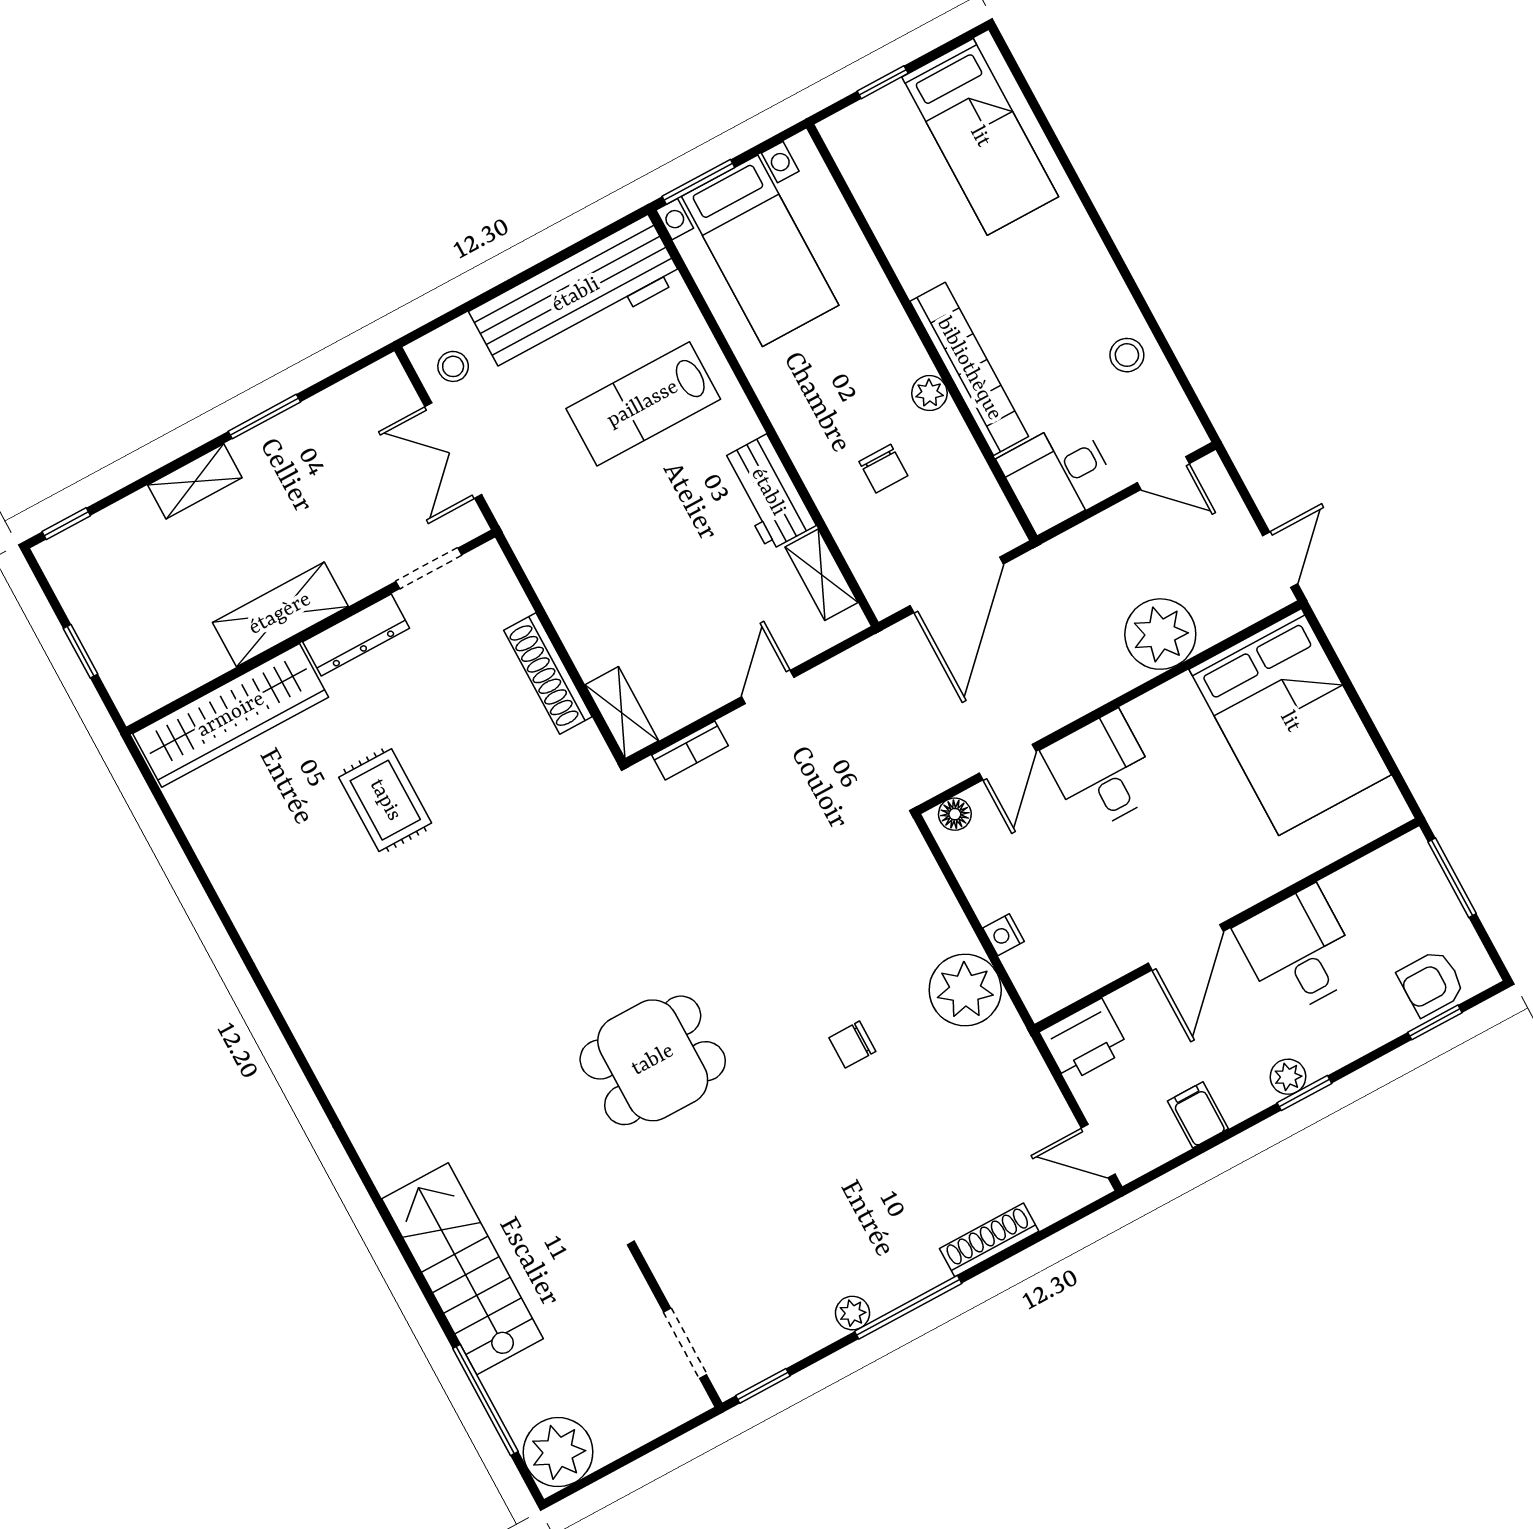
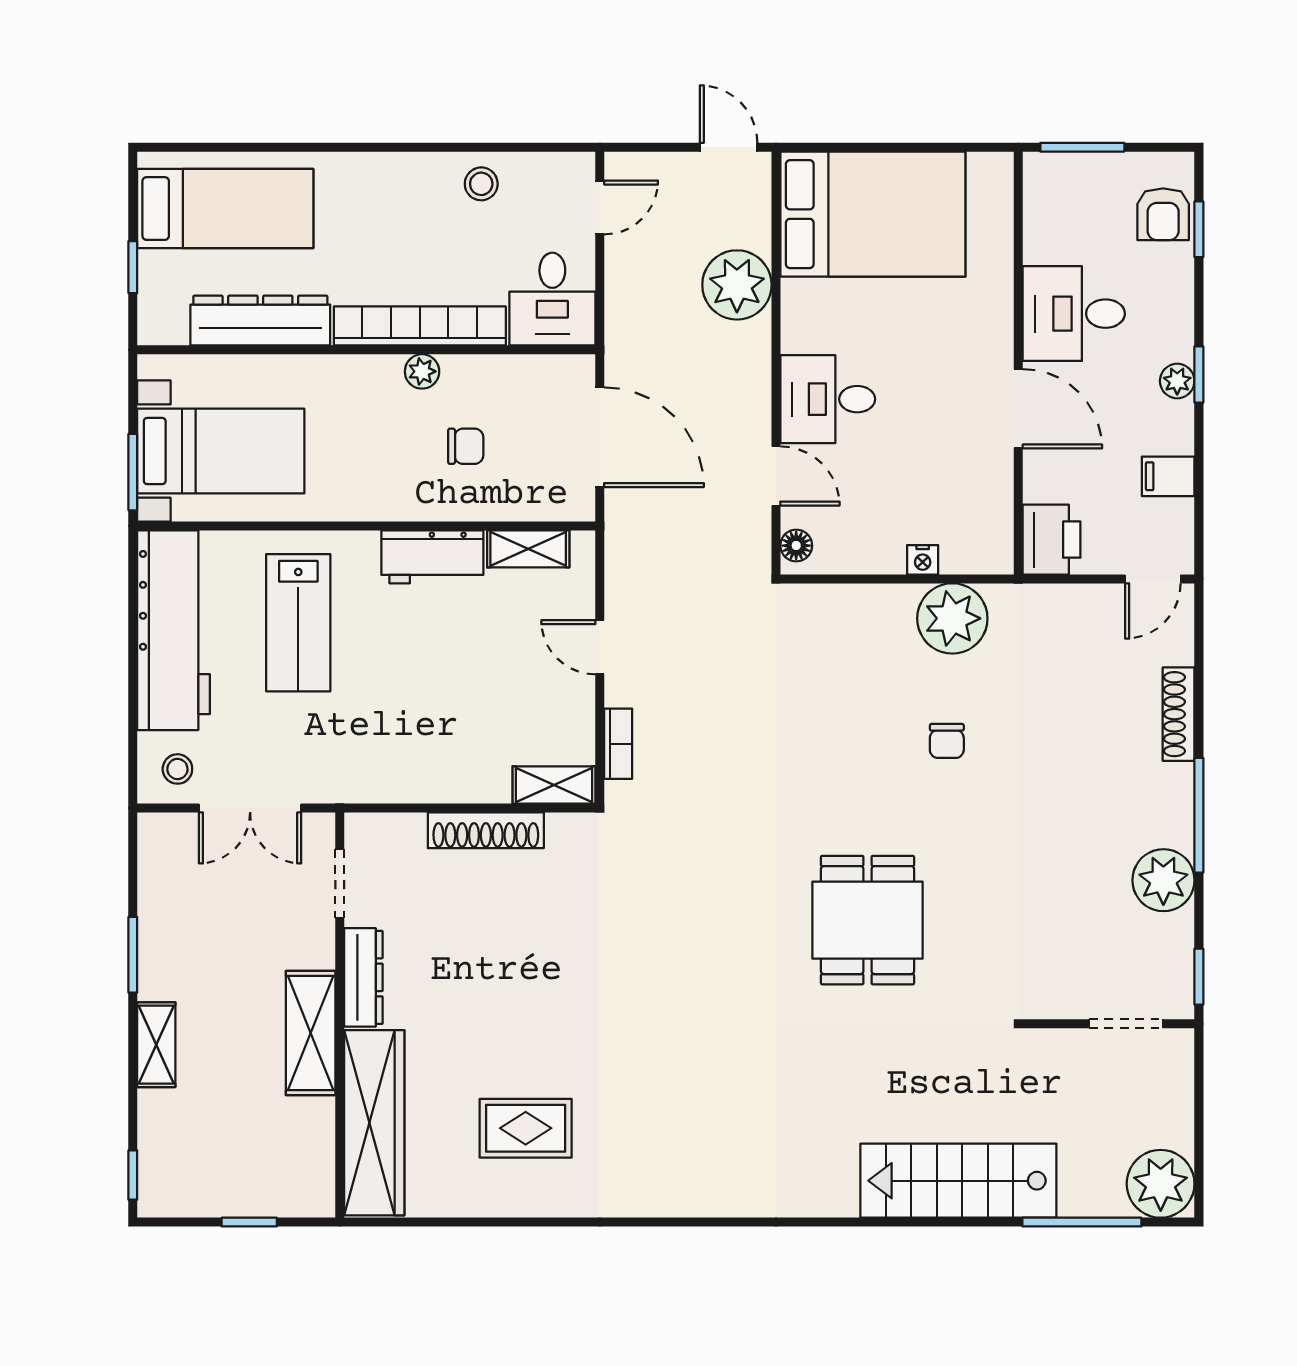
dresser: (897, 223) -> (260, 321), added
rug: (385, 800) -> (526, 1128), moved
plant: (853, 1313) -> (1163, 880), width x1.87, depth x1.87

